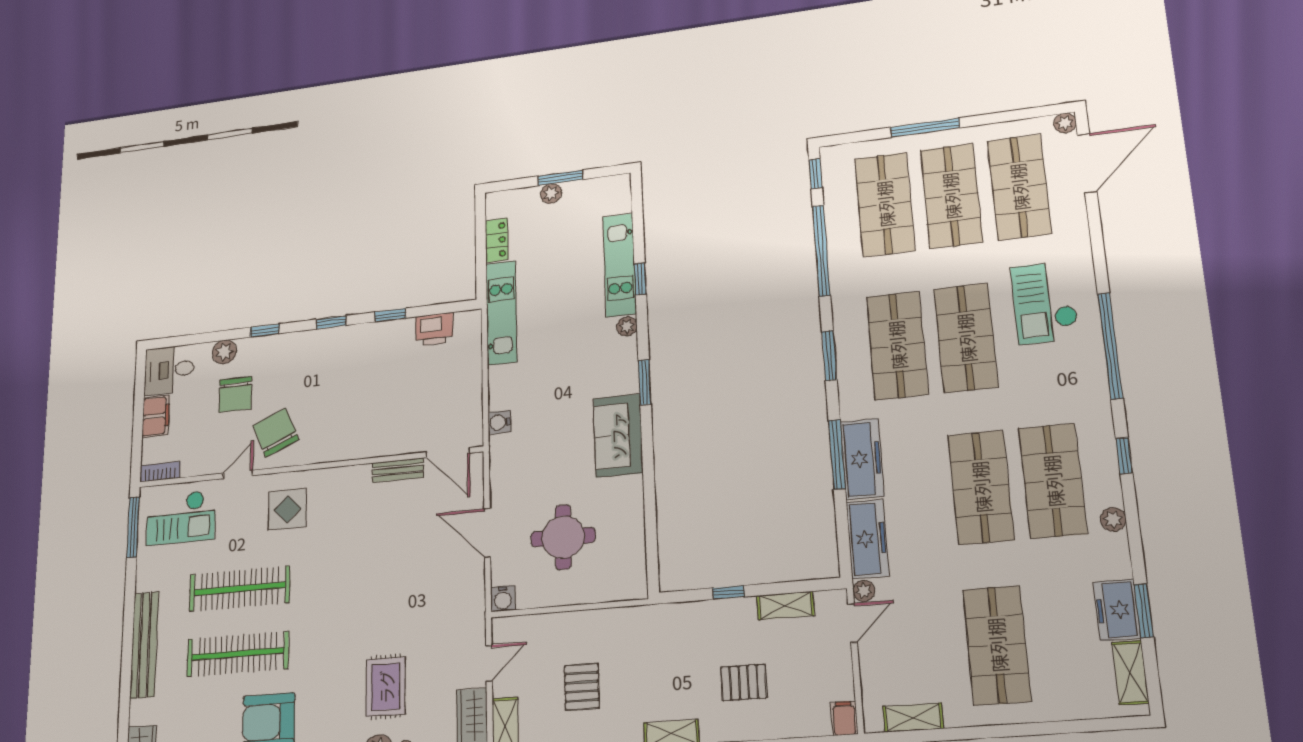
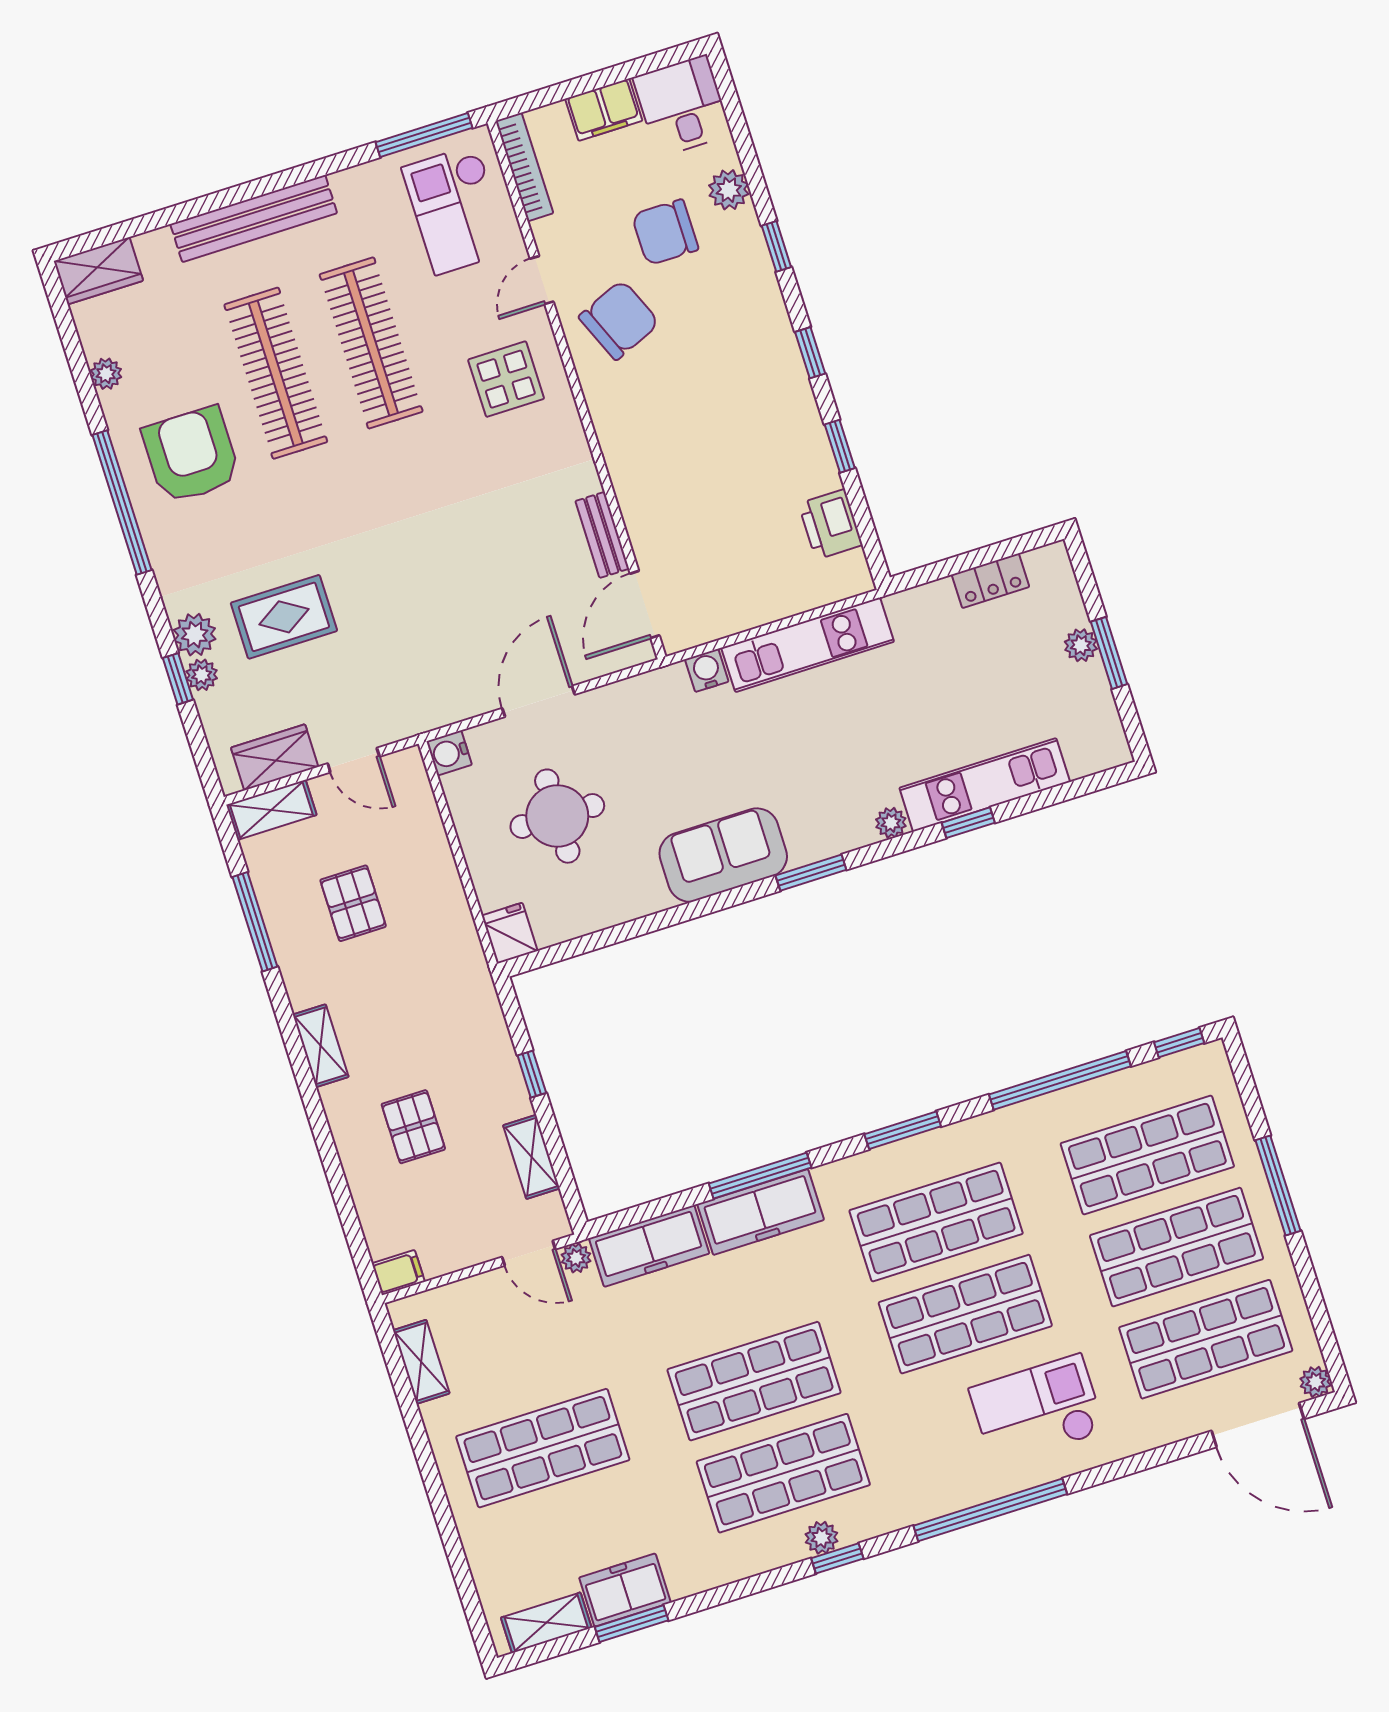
kitchen unit: (501, 313) -> (808, 645), moved
bookcase: (160, 472) -> (524, 167), width x1.56
door: (238, 474) -> (542, 280), swing flipped
plant: (1113, 519) -> (822, 1538), moved
fridge: (630, 586) -> (510, 933), added
pallet: (582, 687) -> (353, 903), turned 90

